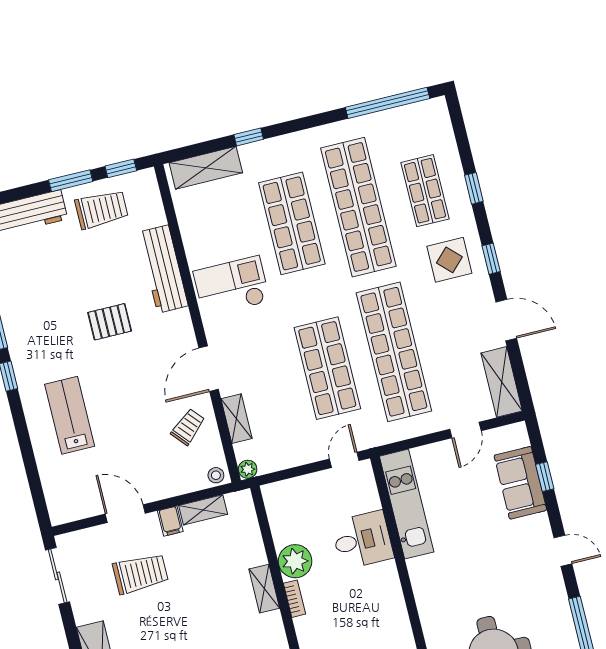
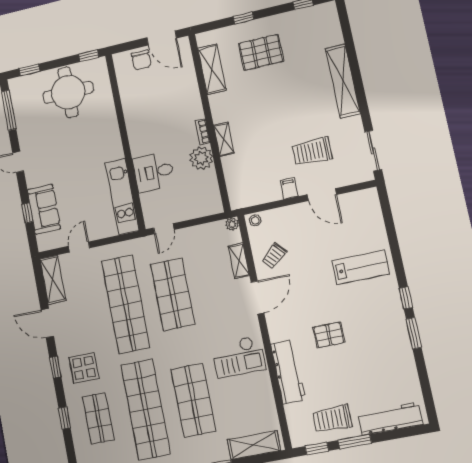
lab bench: (70, 415) -> (361, 267), turned -90
shelving: (203, 510) -> (265, 196), removed

